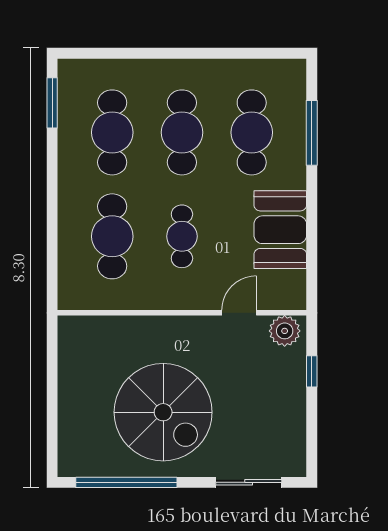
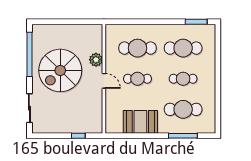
cafe table: (182, 132) -> (183, 79), width x0.73, depth x0.74
door: (239, 313) -> (104, 81), moved
plant: (285, 331) -> (96, 60), moved

